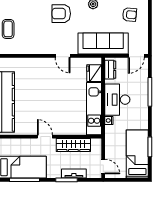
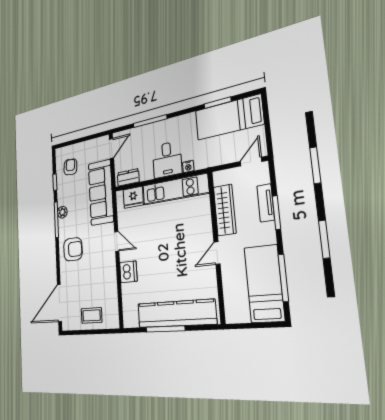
armchair: (61, 14) -> (73, 249), turned -90
door: (63, 56) -> (117, 241), hinge flipped
door: (136, 56) -> (112, 149), hinge flipped
dishwasher: (39, 65) -> (128, 272), added
desk: (117, 100) -> (167, 160), width x0.73

